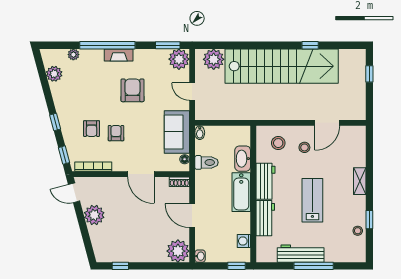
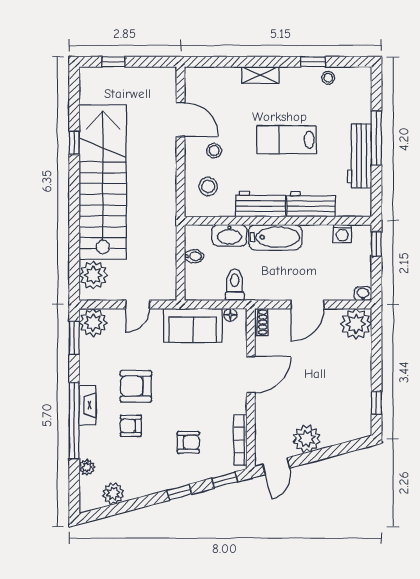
armchair: (116, 133) -> (131, 426), moved
bidet: (200, 133) -> (194, 256), moved

